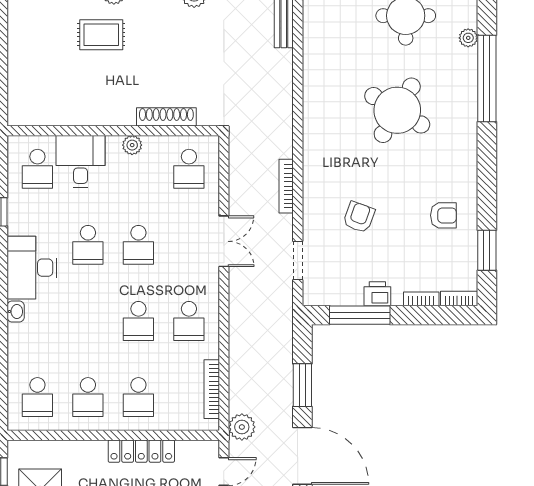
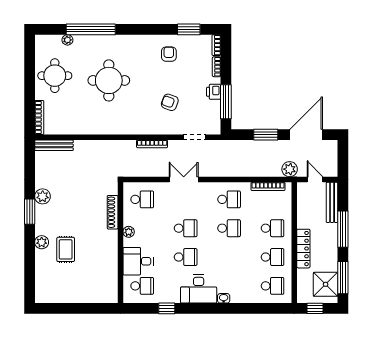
round table: (397, 110) -> (109, 80), turned -31
locker: (141, 451) -> (303, 249), moved

